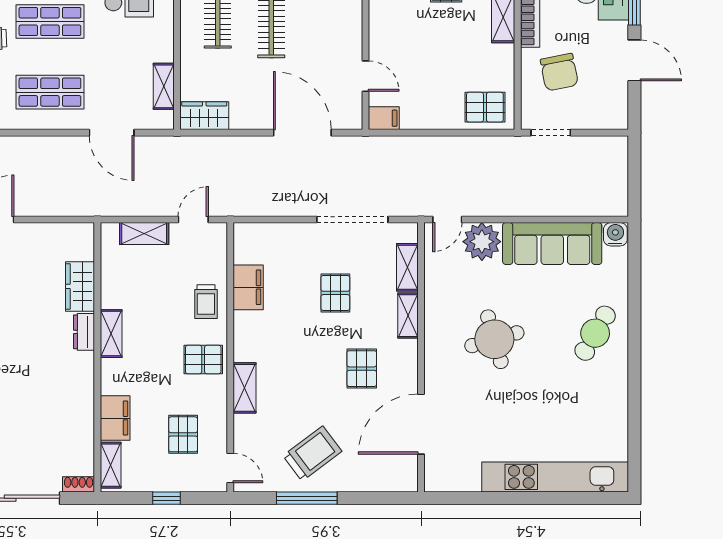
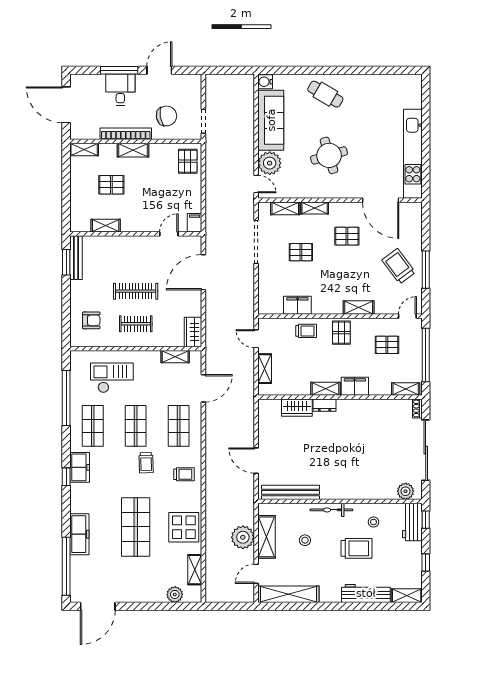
filing cabinet: (115, 418) -> (355, 386), moved
kitchen unit: (555, 477) -> (413, 154), moved
window: (166, 498) -> (426, 355), width x3.17

